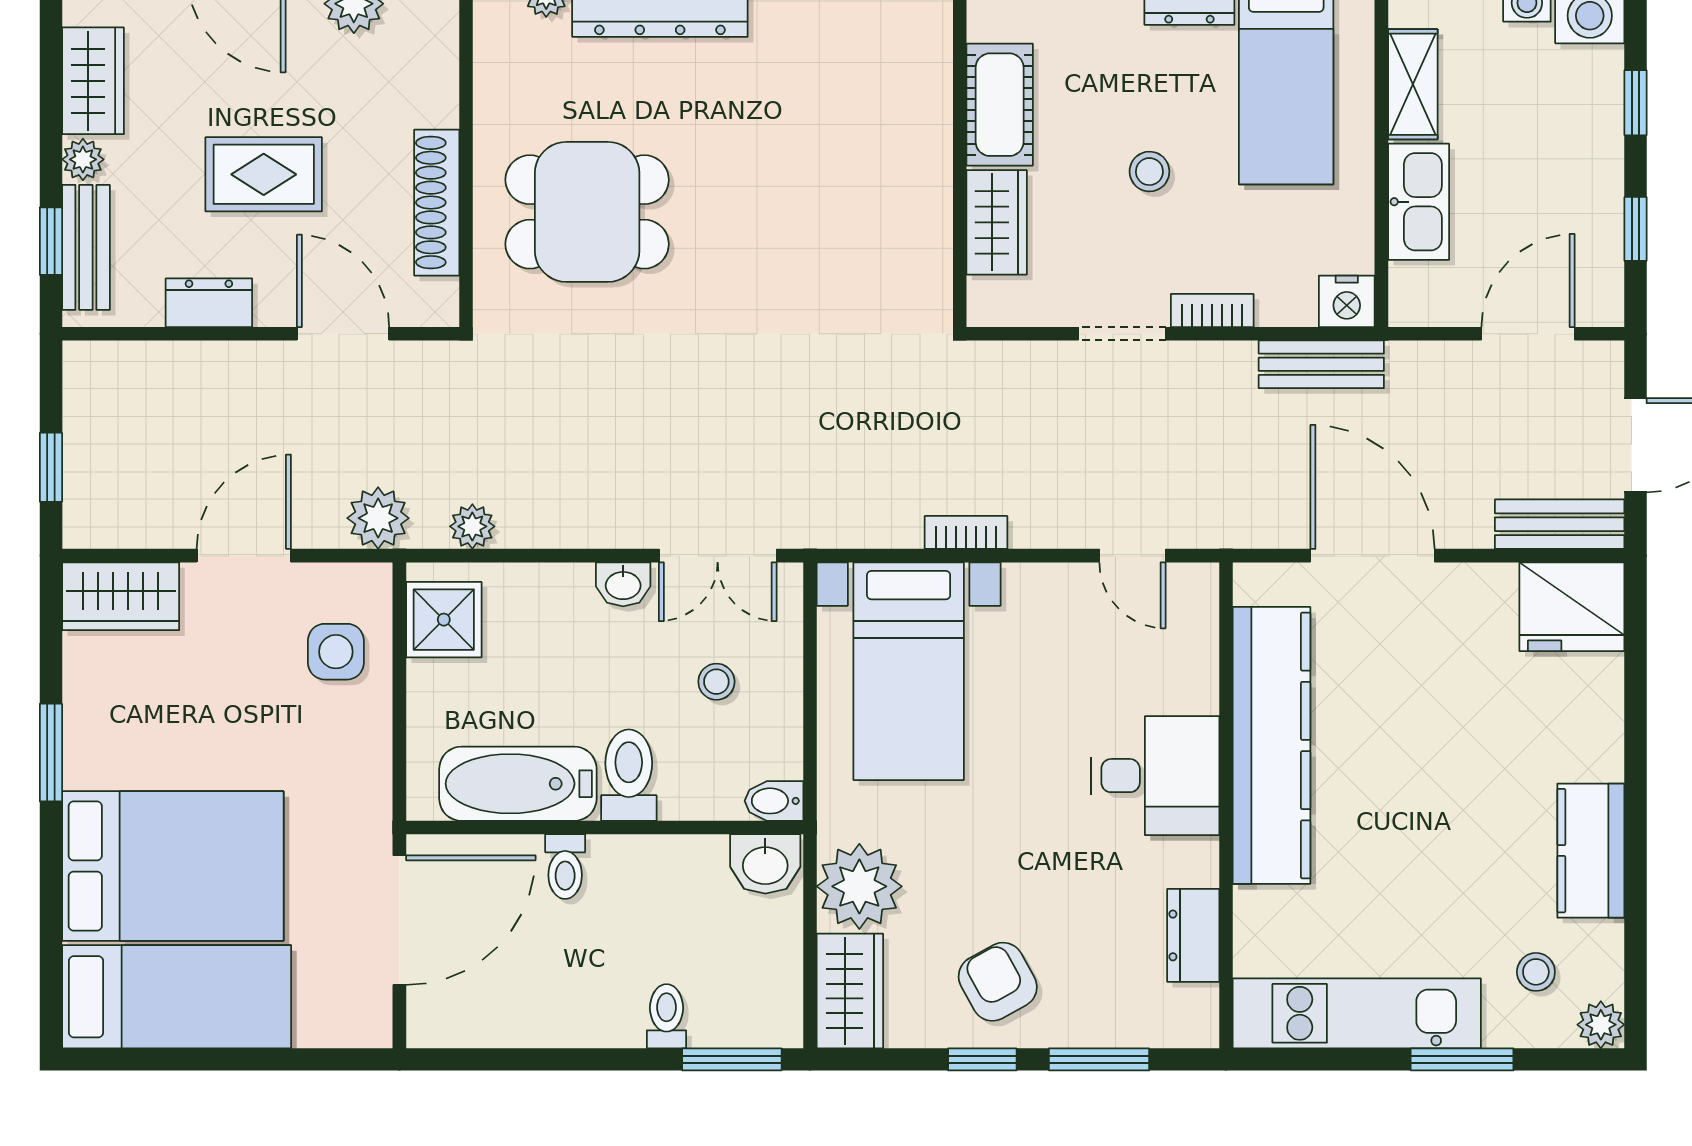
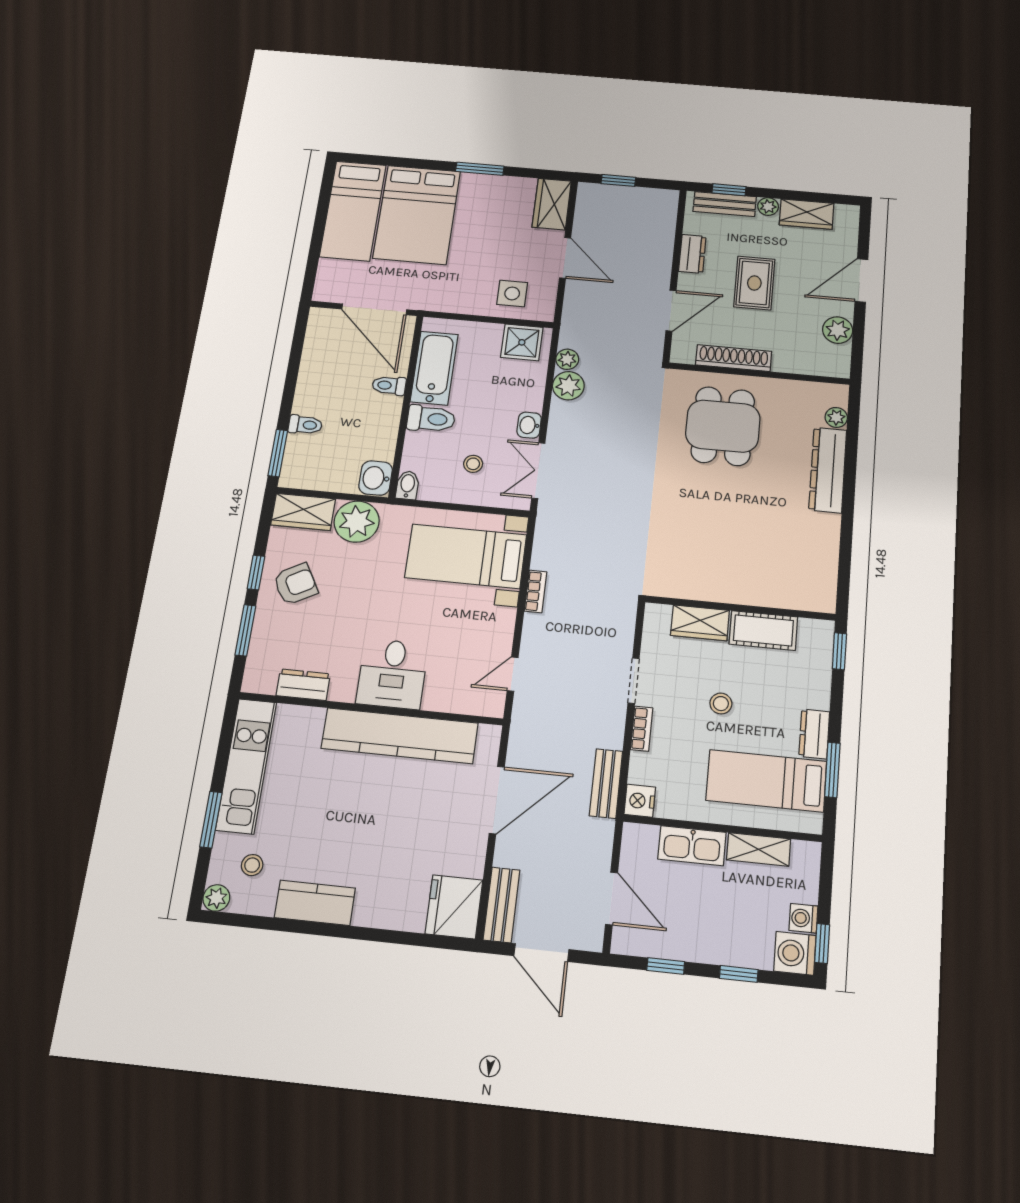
plant: (378, 518) -> (568, 386), moved

